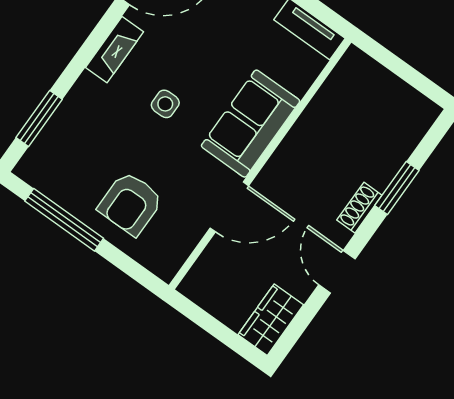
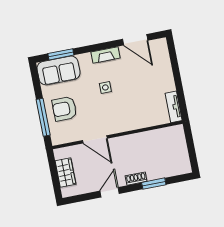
sofa: (251, 124) -> (59, 70), moved, turned 180
window: (64, 220) -> (43, 117), moved
wardrobe: (271, 320) -> (65, 173), moved, turned 90

